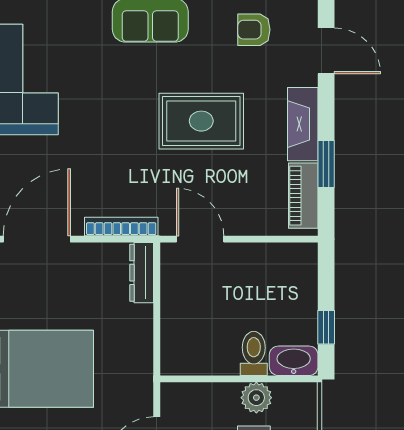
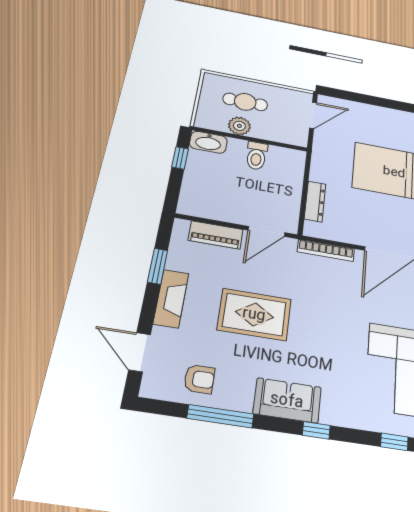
piano: (303, 196) -> (216, 235), moved, turned 90
door: (200, 239) -> (266, 231), hinge flipped
dresser: (142, 273) -> (315, 201), moved
toilet: (254, 353) -> (256, 156), moved

